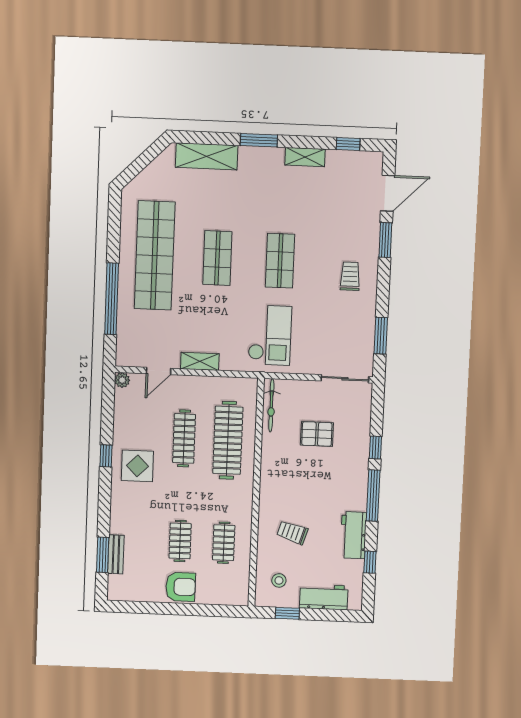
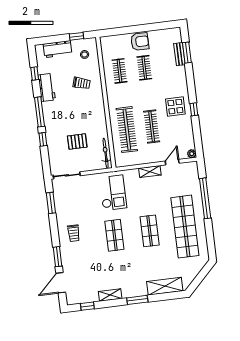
checkout: (270, 335) -> (113, 193), turned 180
armchair: (181, 587) -> (140, 42), turned 180

